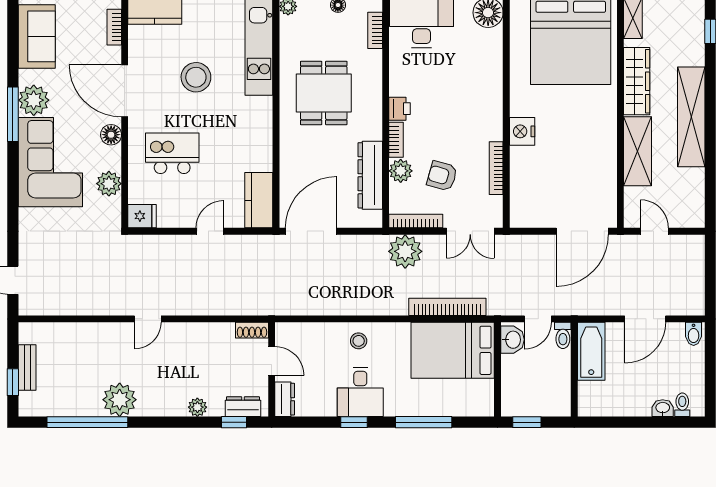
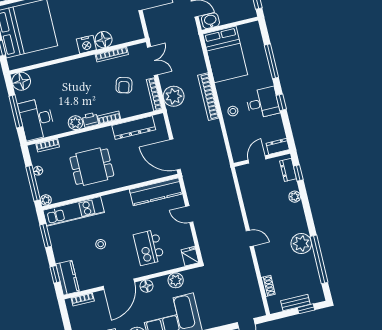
stool: (196, 77) -> (101, 244), width x0.53, depth x0.53
floor lamp: (523, 161) -> (104, 40), added
plant: (401, 171) -> (75, 123), moved
kitchen counter: (259, 200) -> (156, 192), width x1.50
bookcase: (447, 307) -> (208, 97), moved
shoe rack: (252, 330) -> (268, 286), moved

